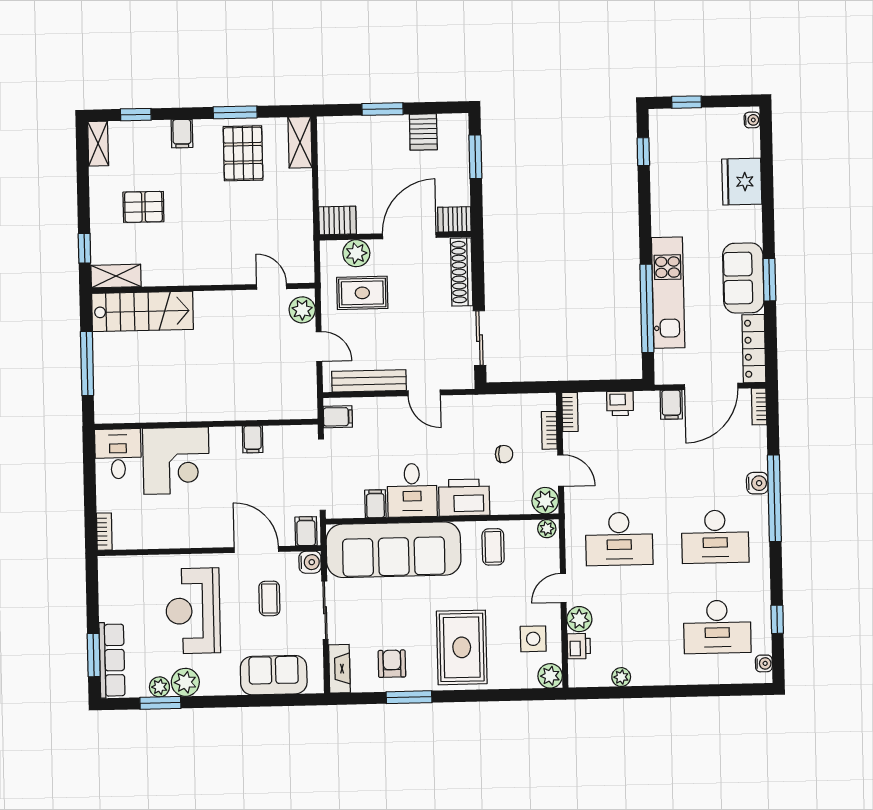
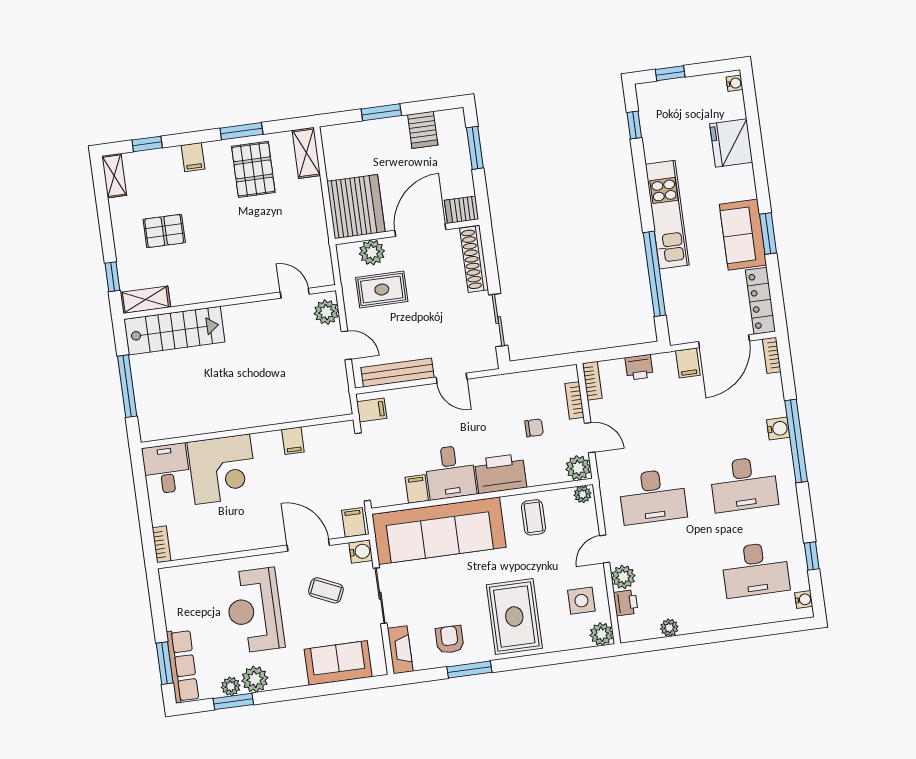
server rack: (337, 220) -> (356, 207), width x2.18, depth x1.44
kitchen unit: (668, 293) -> (667, 215), moved
coffee table: (269, 598) -> (326, 590), turned -66

